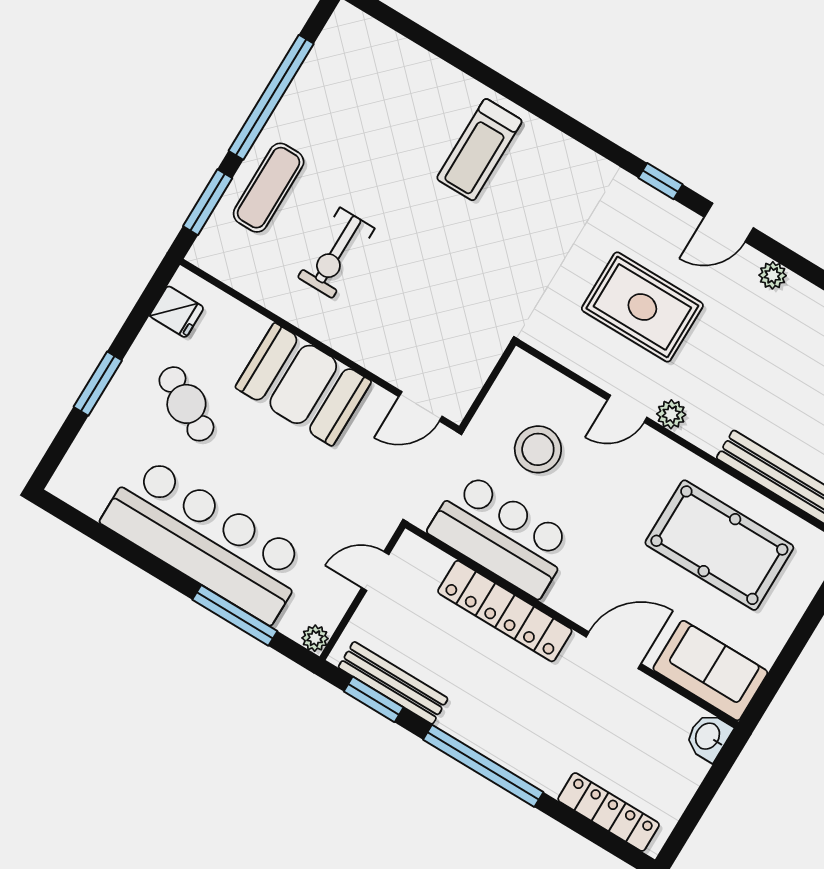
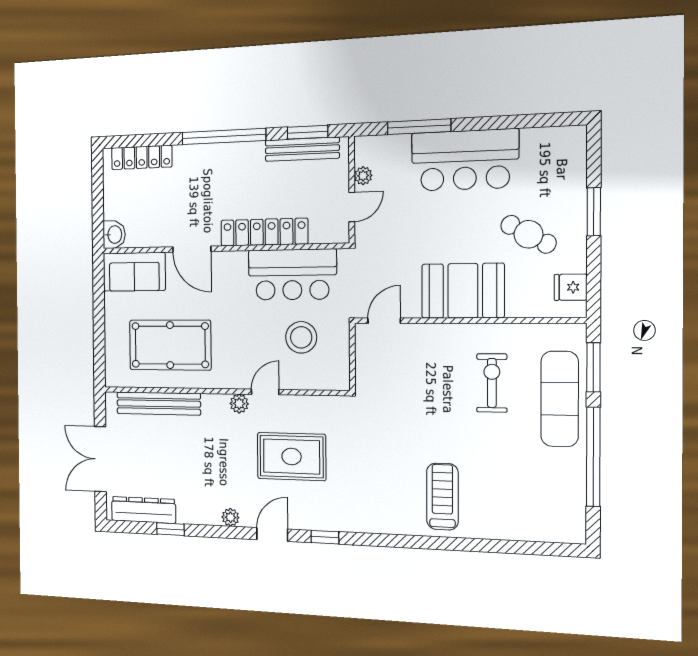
exercise mat: (269, 188) -> (560, 399), width x1.36, depth x1.45
bar counter: (206, 540) -> (465, 160), width x0.73
plant: (315, 638) -> (363, 176), moved
door: (613, 650) -> (192, 249), hinge flipped

